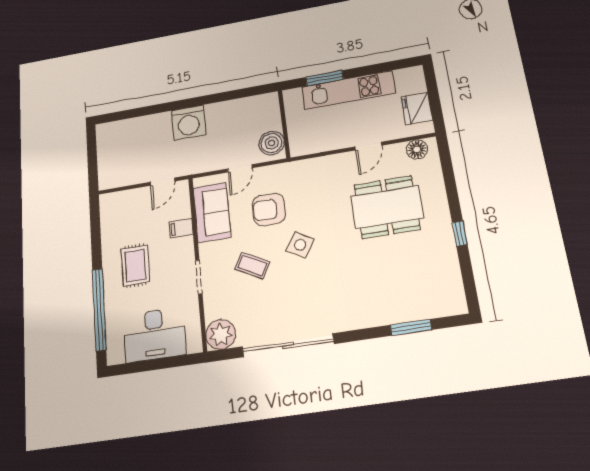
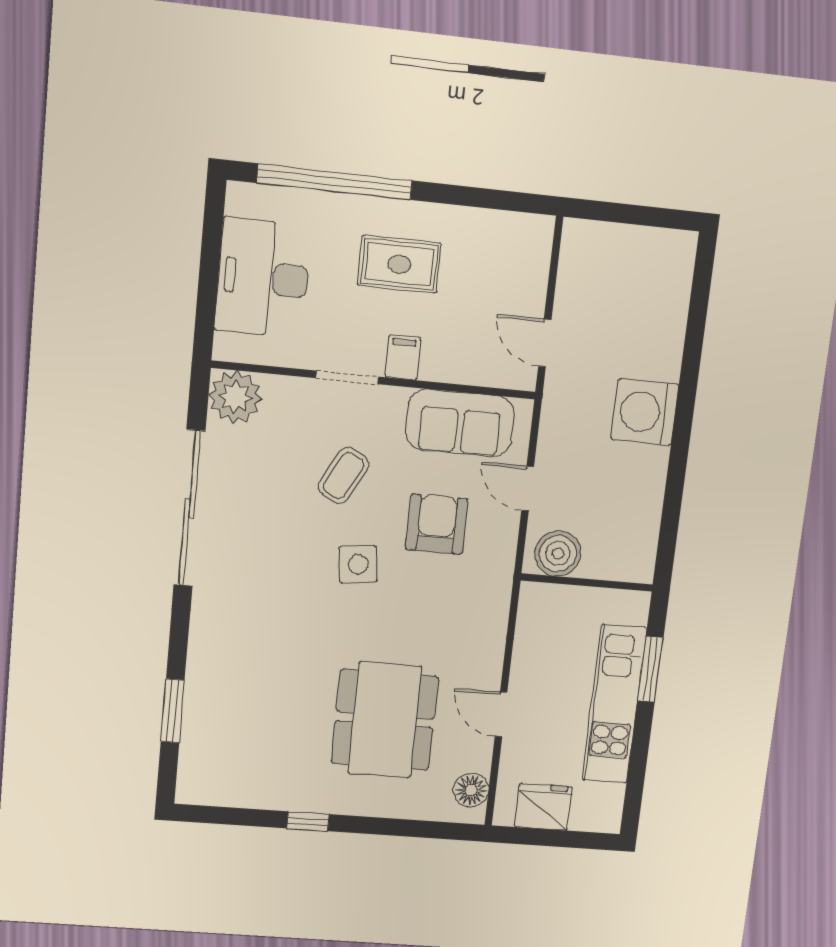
filing cabinet: (181, 228) -> (403, 357), moved
side table: (300, 245) -> (358, 564), turned -38

